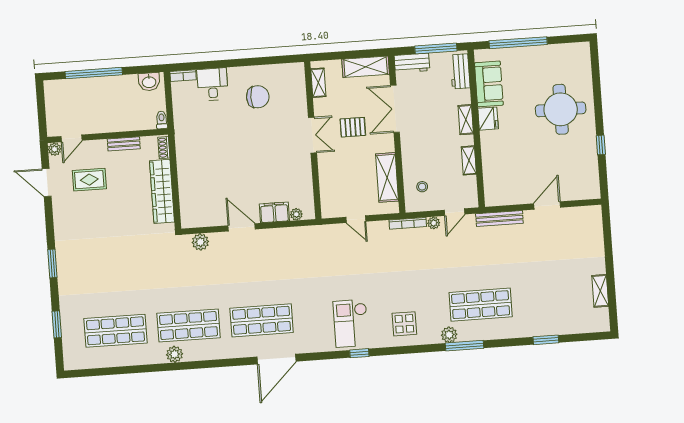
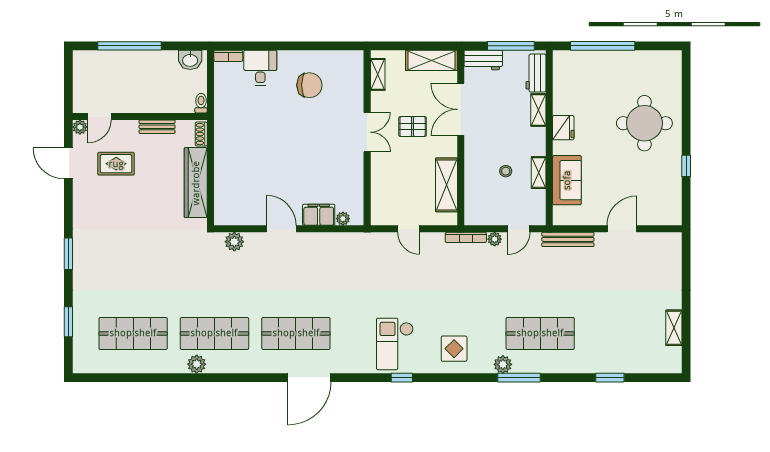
sofa: (489, 84) -> (567, 180), moved
shelving: (466, 120) -> (538, 110), moved
stool: (422, 187) -> (506, 171), moved

